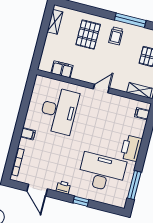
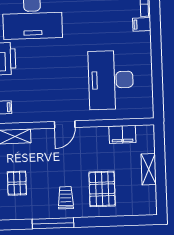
shelving: (55, 22) -> (149, 169), moved
filing cabinet: (28, 134) -> (142, 24), moved

